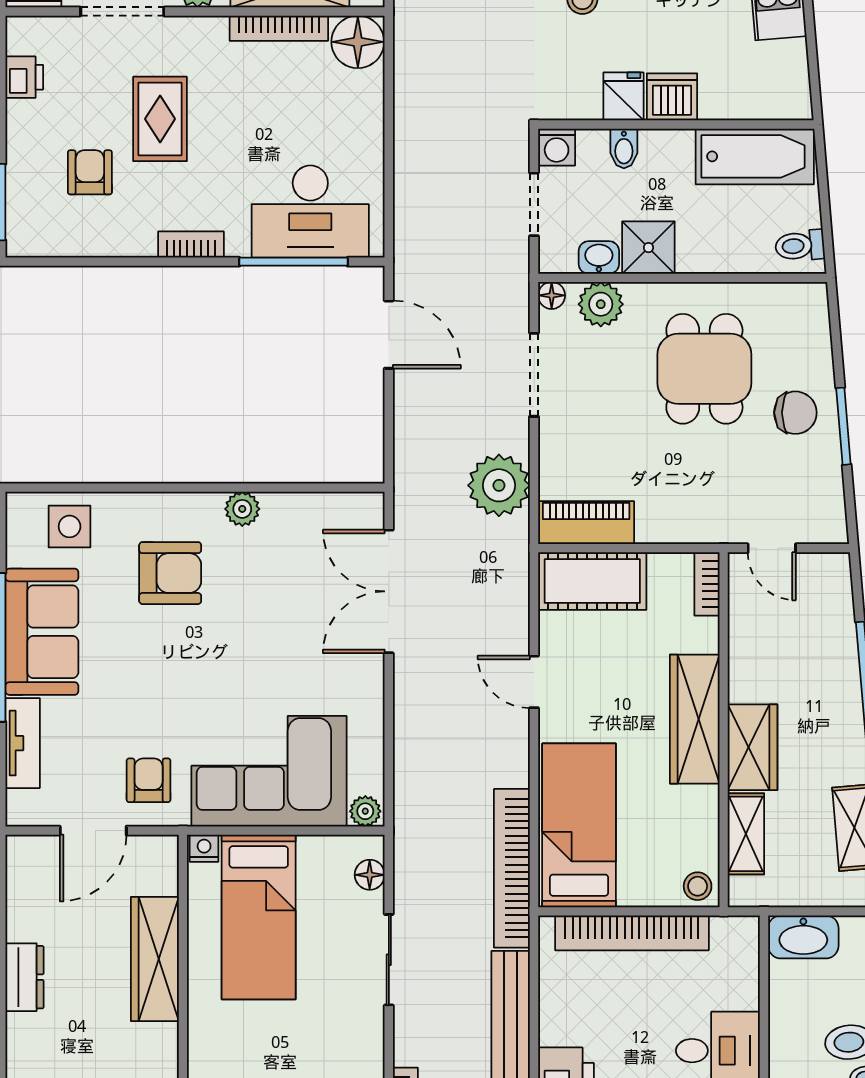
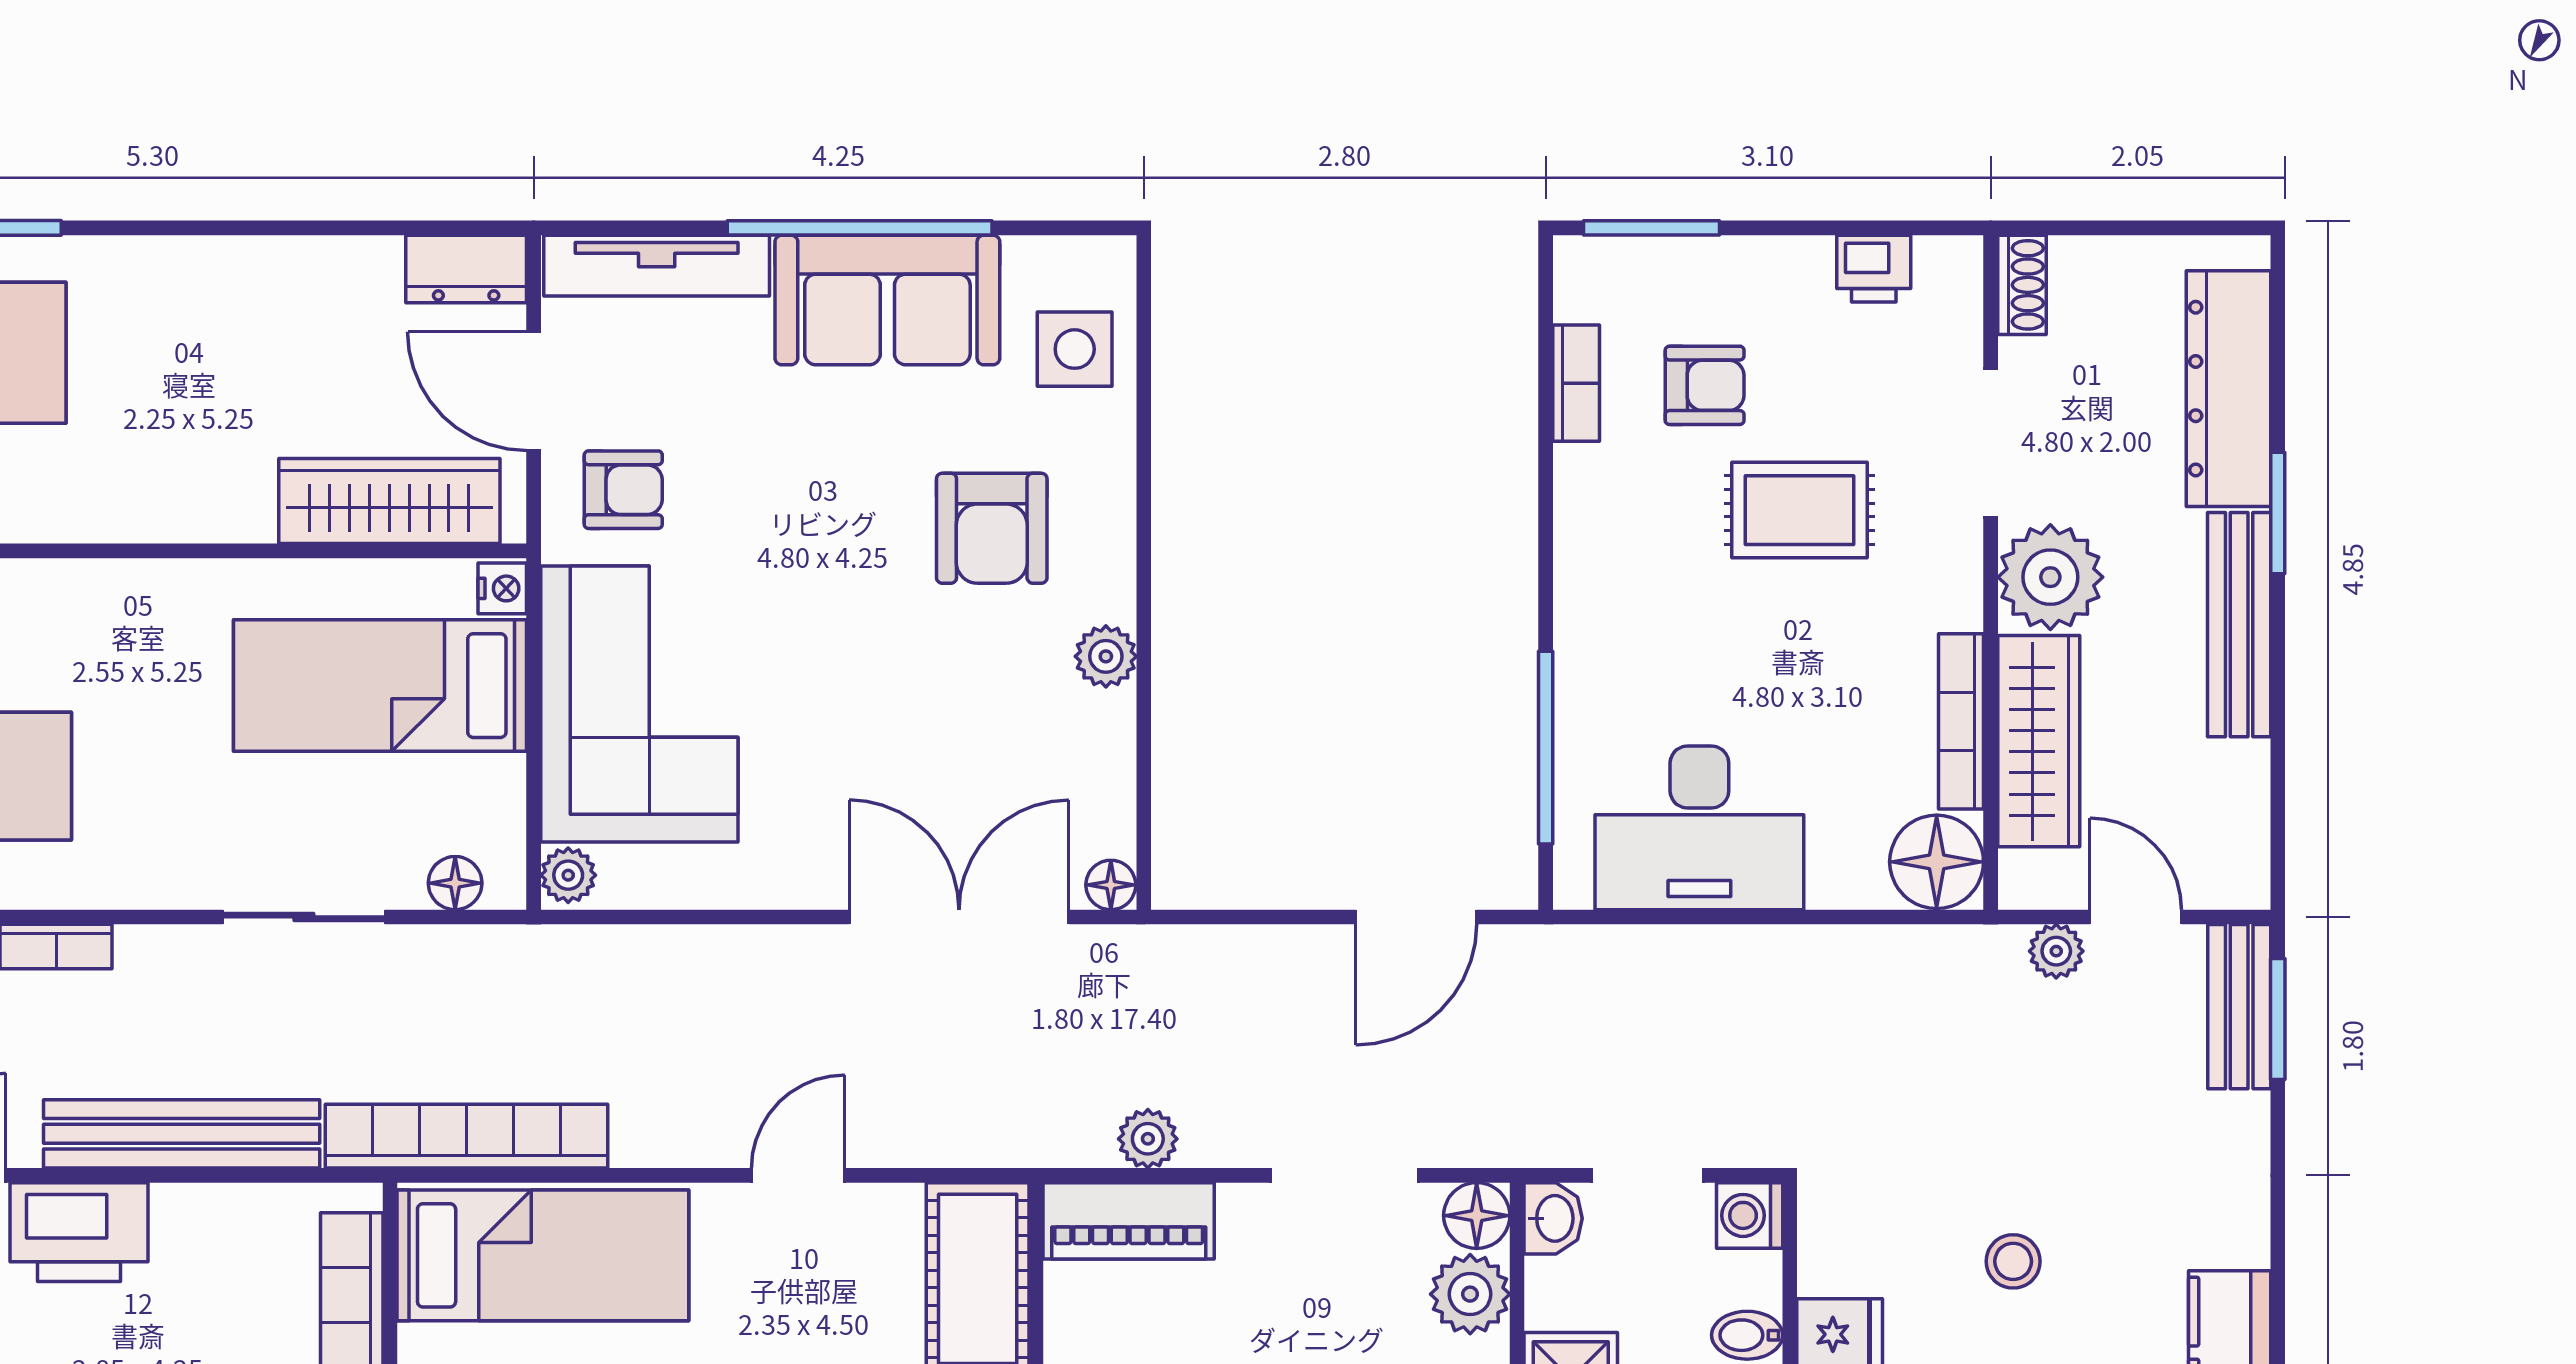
desk: (310, 212) -> (1699, 828), moved, turned -90
bookcase: (191, 245) -> (1576, 383), moved
washbasin: (599, 258) -> (1553, 1218), moved
floor lamp: (552, 295) -> (1477, 1216), width x1.37, depth x1.37
plant: (499, 485) -> (1148, 1139), width x0.53, depth x0.53
floor lamp: (371, 506) -> (1111, 885), added
piano: (586, 523) -> (1129, 1221), moved, turned 90
tv unit: (23, 743) -> (657, 266), width x1.41
wardrobe: (155, 959) -> (389, 501), moved
dresser: (24, 977) -> (466, 269), moved

